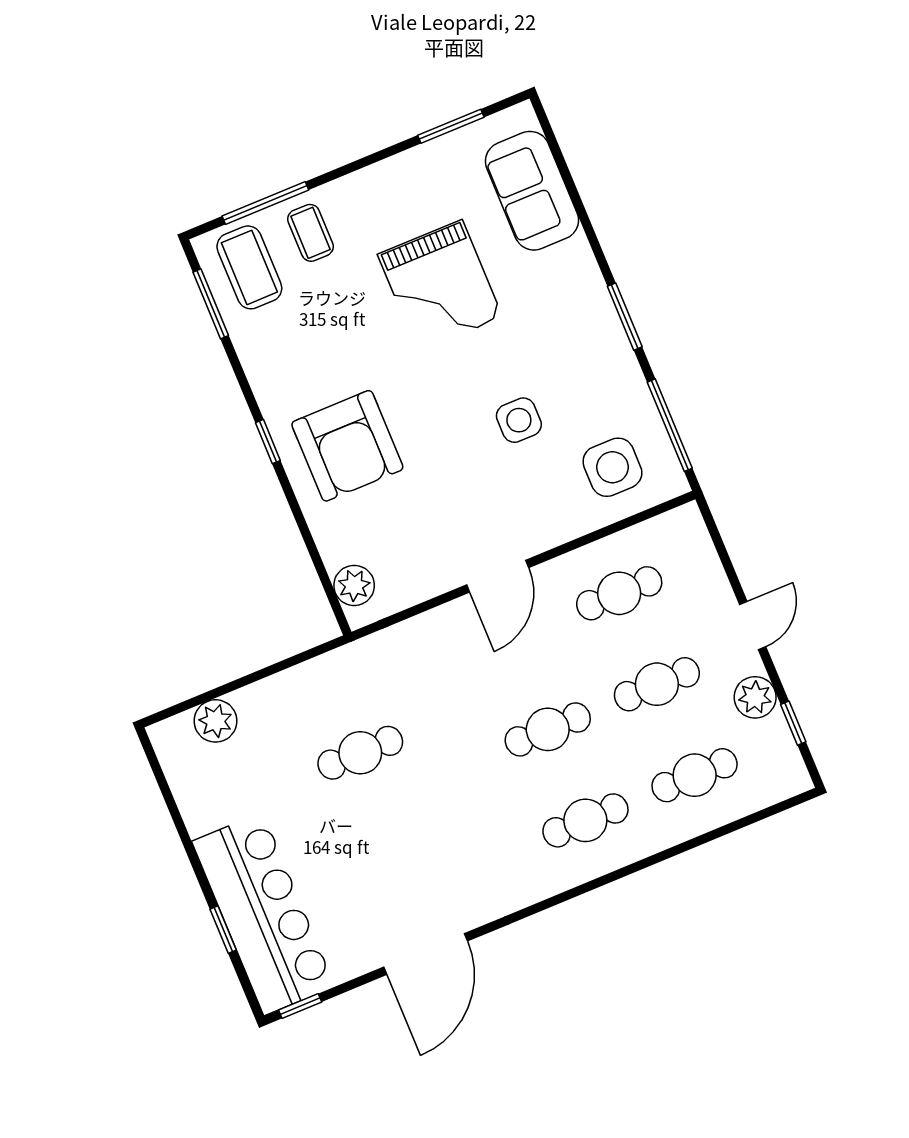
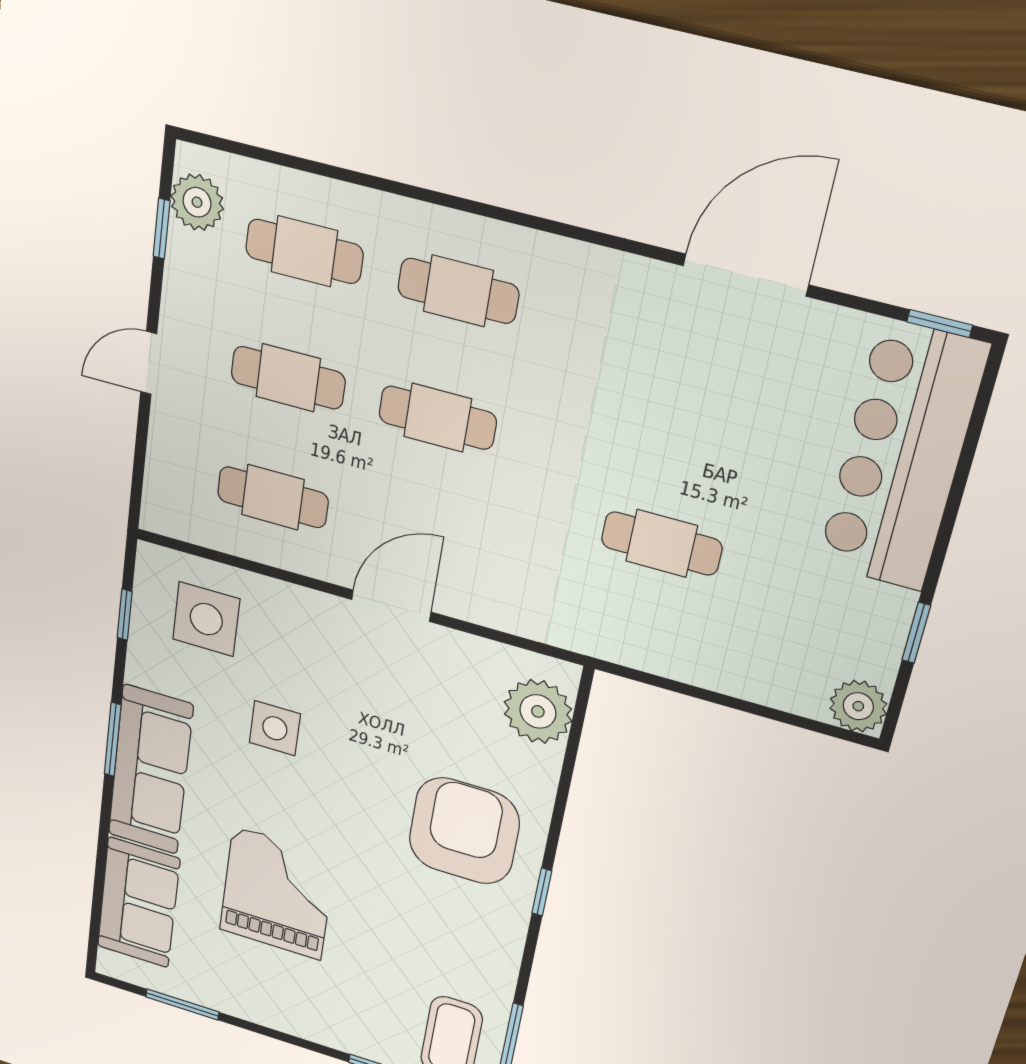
coffee table: (310, 233) -> (373, 1022), removed
sofa: (585, 314) -> (150, 770), added
window: (670, 425) -> (125, 615), width x0.46
plant: (354, 585) -> (538, 711), width x1.36, depth x1.36
plant: (755, 697) -> (197, 202), moved
plant: (216, 721) -> (858, 706), moved
window: (223, 930) -> (916, 633), moved

